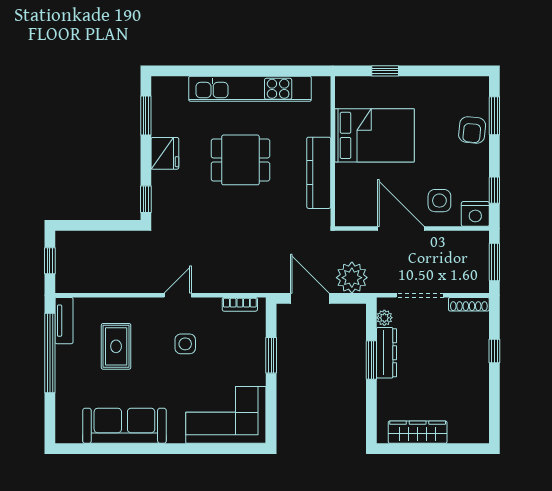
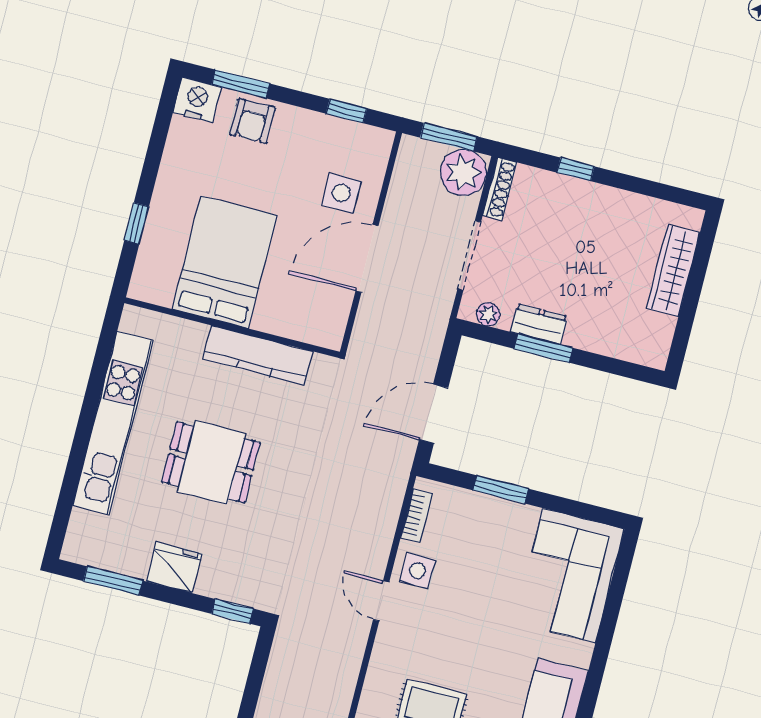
armchair: (472, 130) -> (252, 121), turned 84
dining table: (240, 160) -> (211, 462), turned 90
nightstand: (475, 214) -> (197, 100), moved, turned -90
plant: (352, 278) -> (463, 172), moved
side table: (185, 344) -> (417, 571), moved
dresser: (386, 353) -> (539, 324), width x0.70
wardrobe: (418, 432) -> (673, 271), moved

